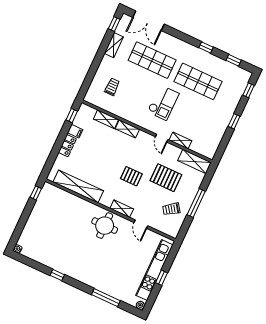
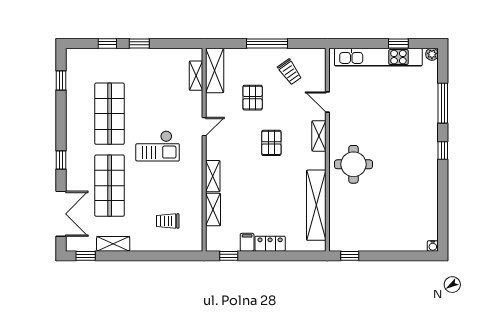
window: (206, 47) -> (61, 160), moved
window: (249, 90) -> (107, 43), moved
checkout: (163, 103) -> (158, 146), turned 180
shelving: (180, 140) -> (196, 76), moved
pallet: (166, 178) -> (253, 98), width x0.67, depth x0.71
door: (141, 224) -> (327, 102), swing flipped
round table: (105, 226) -> (353, 164), moved
window: (57, 275) -> (443, 151), moved
window: (162, 278) -> (398, 43), moved

